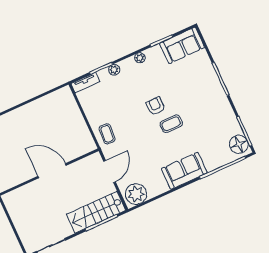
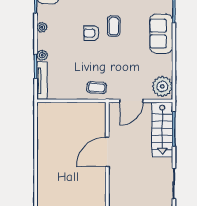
tv unit: (85, 83) -> (42, 81), width x1.41
door: (110, 172) -> (131, 101), swing flipped

